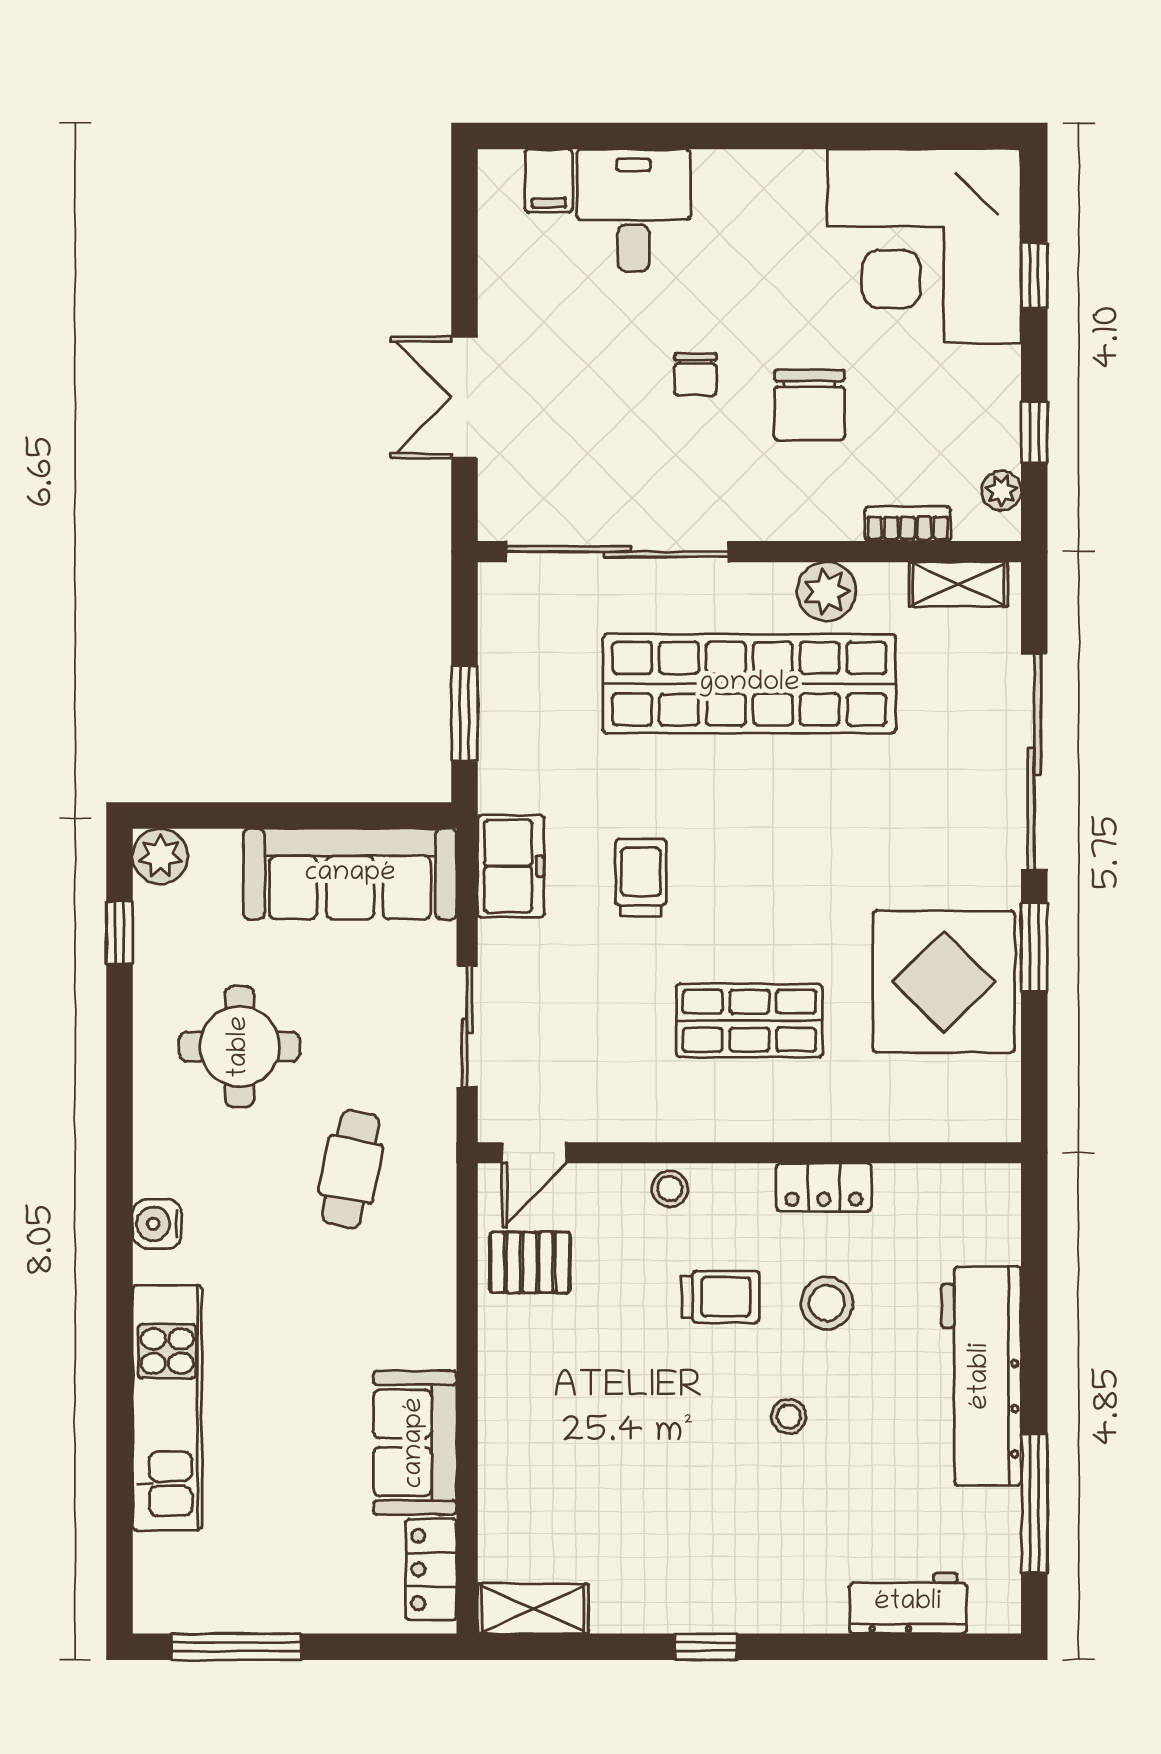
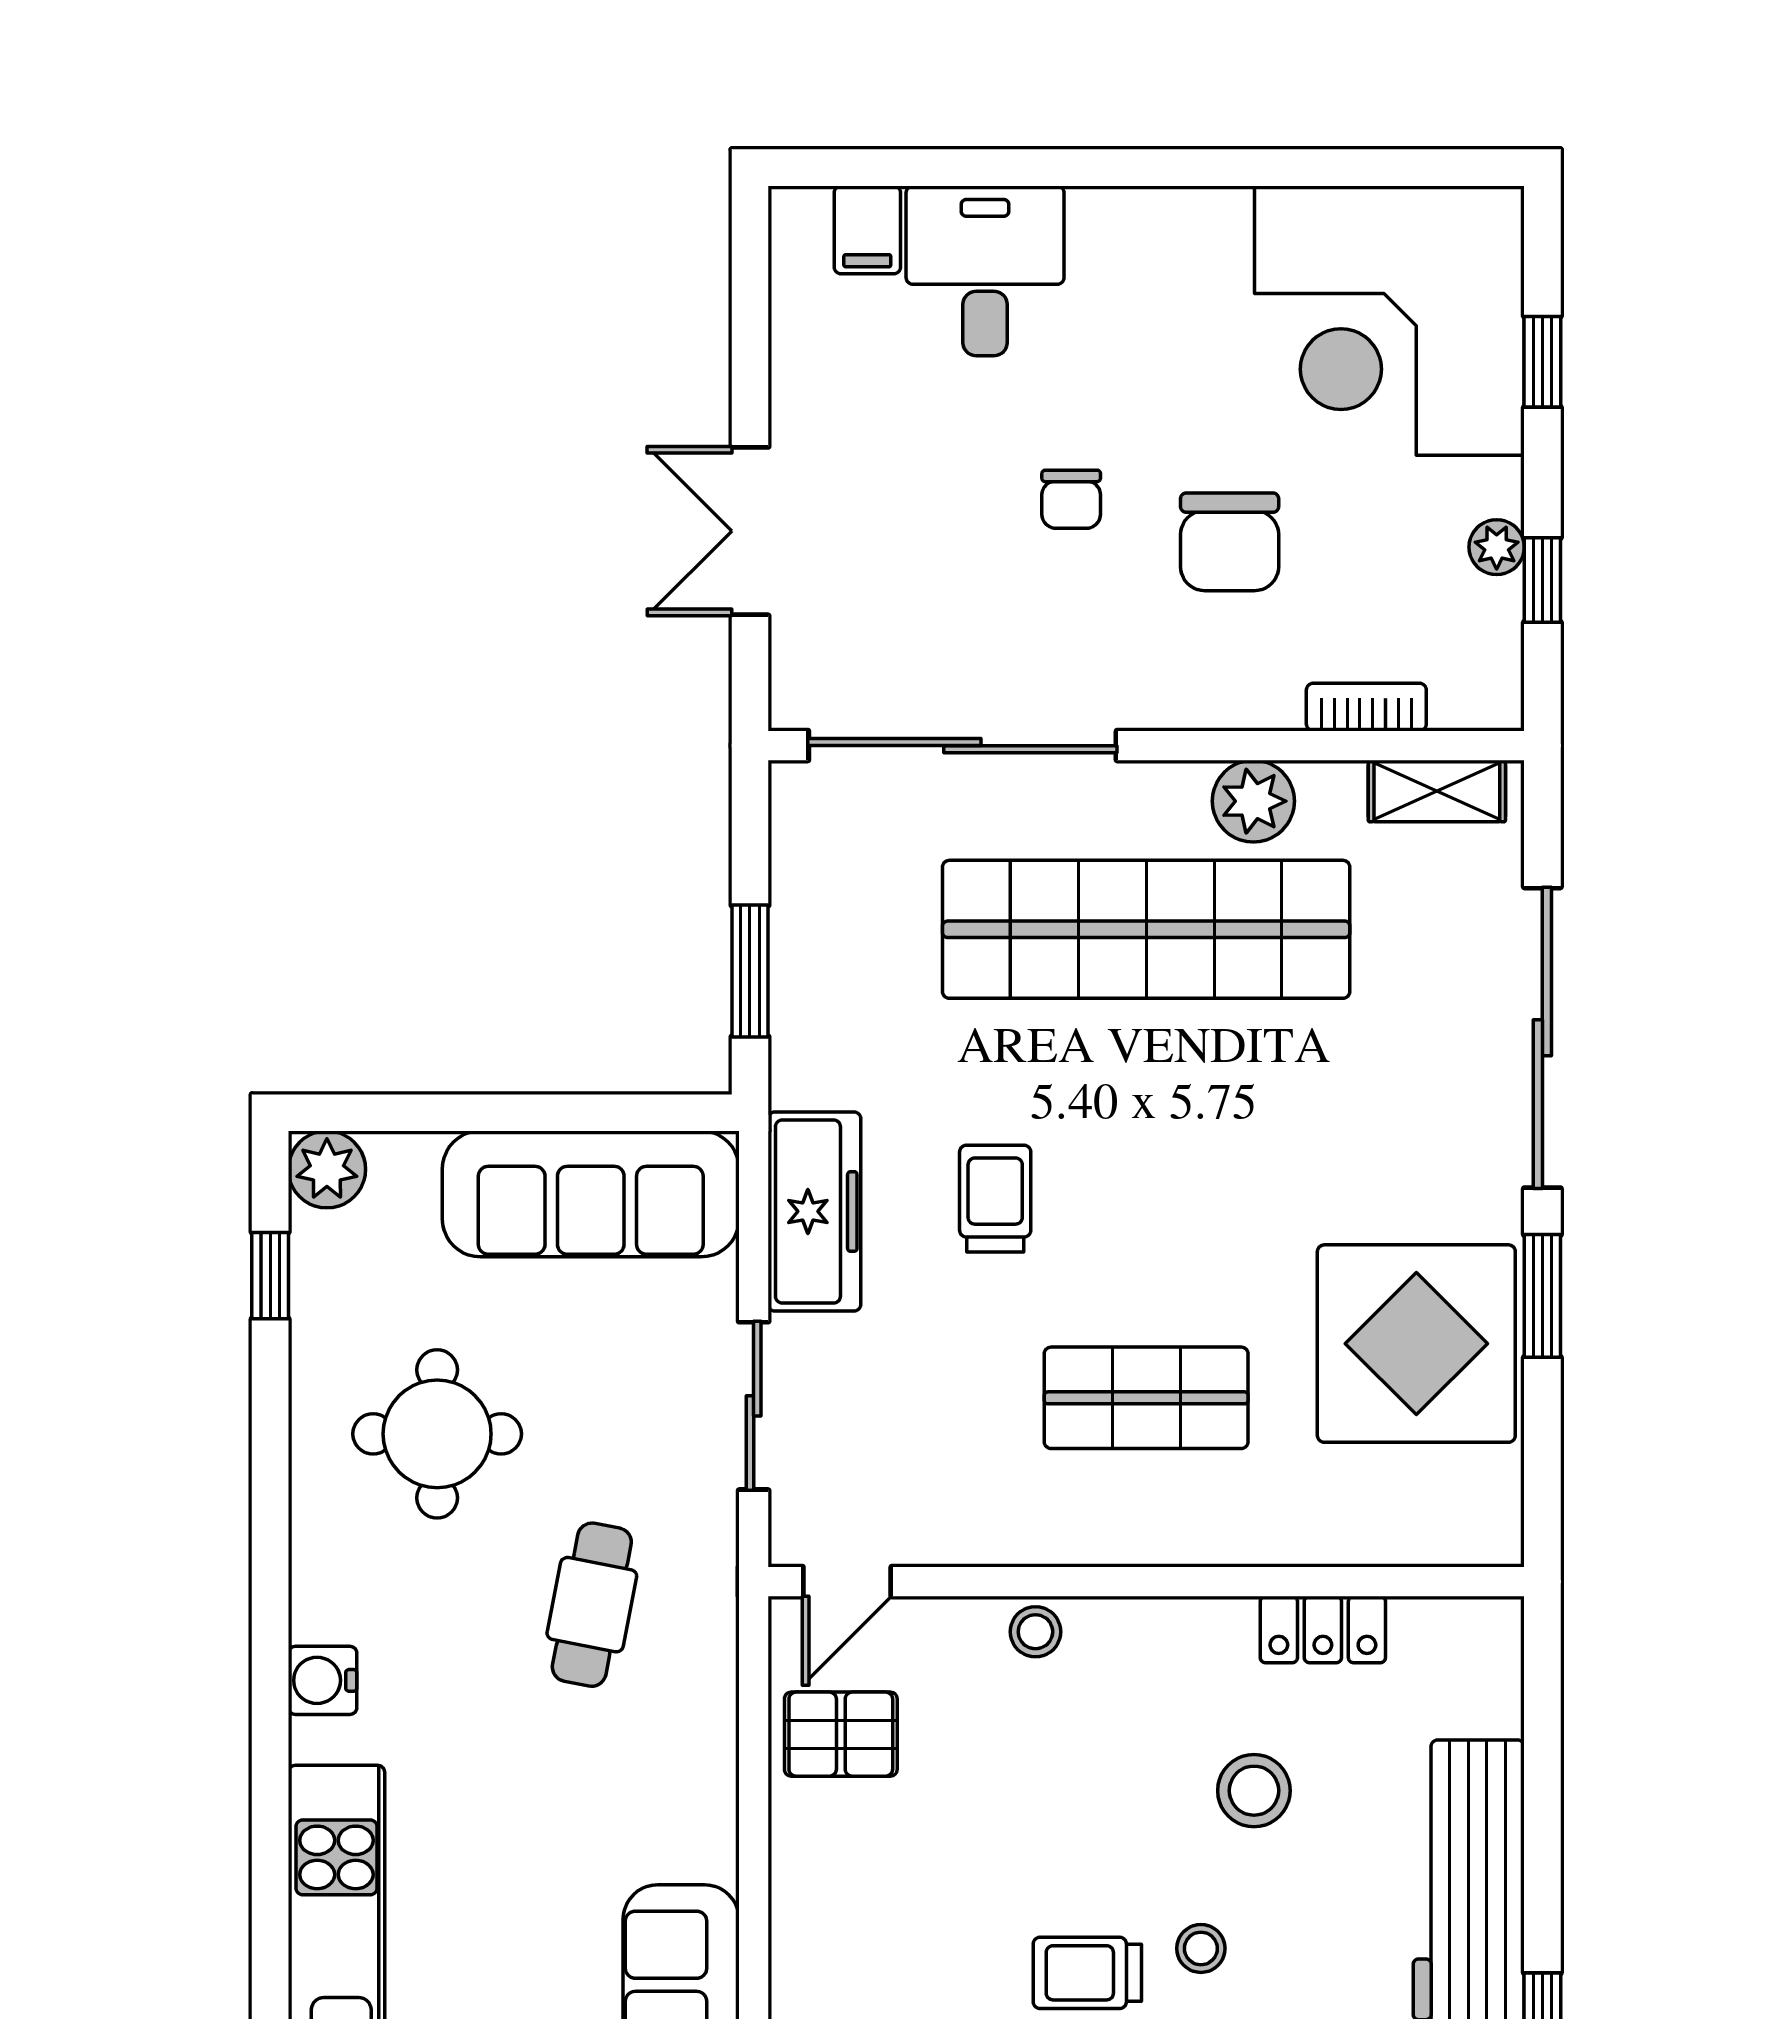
plant: (1001, 491) -> (1497, 547), moved
freezer: (511, 866) -> (814, 1211), width x1.40
locker: (824, 1187) -> (1323, 1630), moved
trolley: (720, 1297) -> (1087, 1973), moved, turned 180

